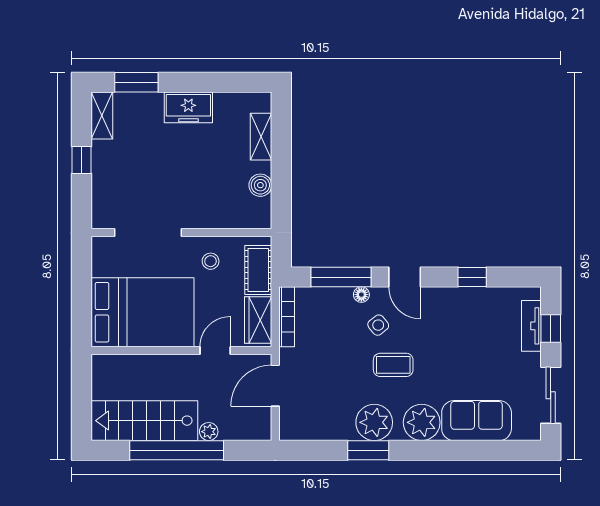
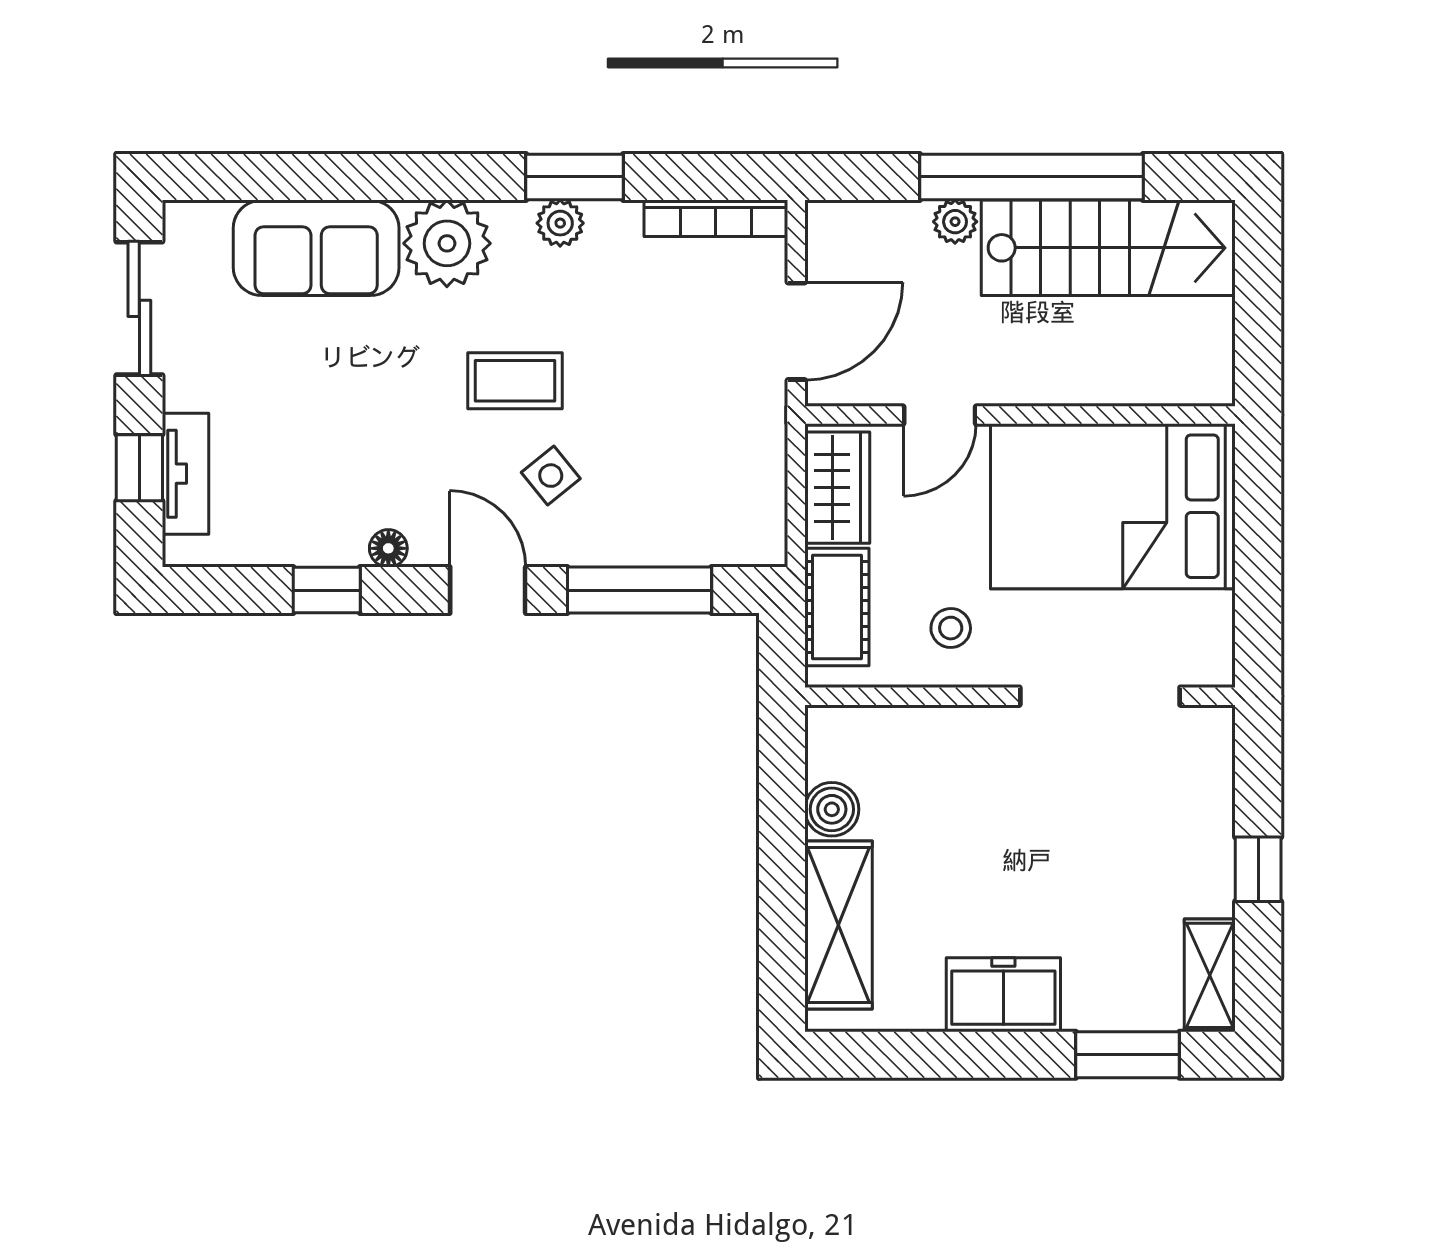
shelving: (261, 137) -> (839, 925), width x1.50, depth x1.33
floor lamp: (361, 295) -> (388, 548), moved
bookcase: (287, 317) -> (716, 218), moved, turned -90
plant: (374, 422) -> (560, 223), width x0.53, depth x0.53

